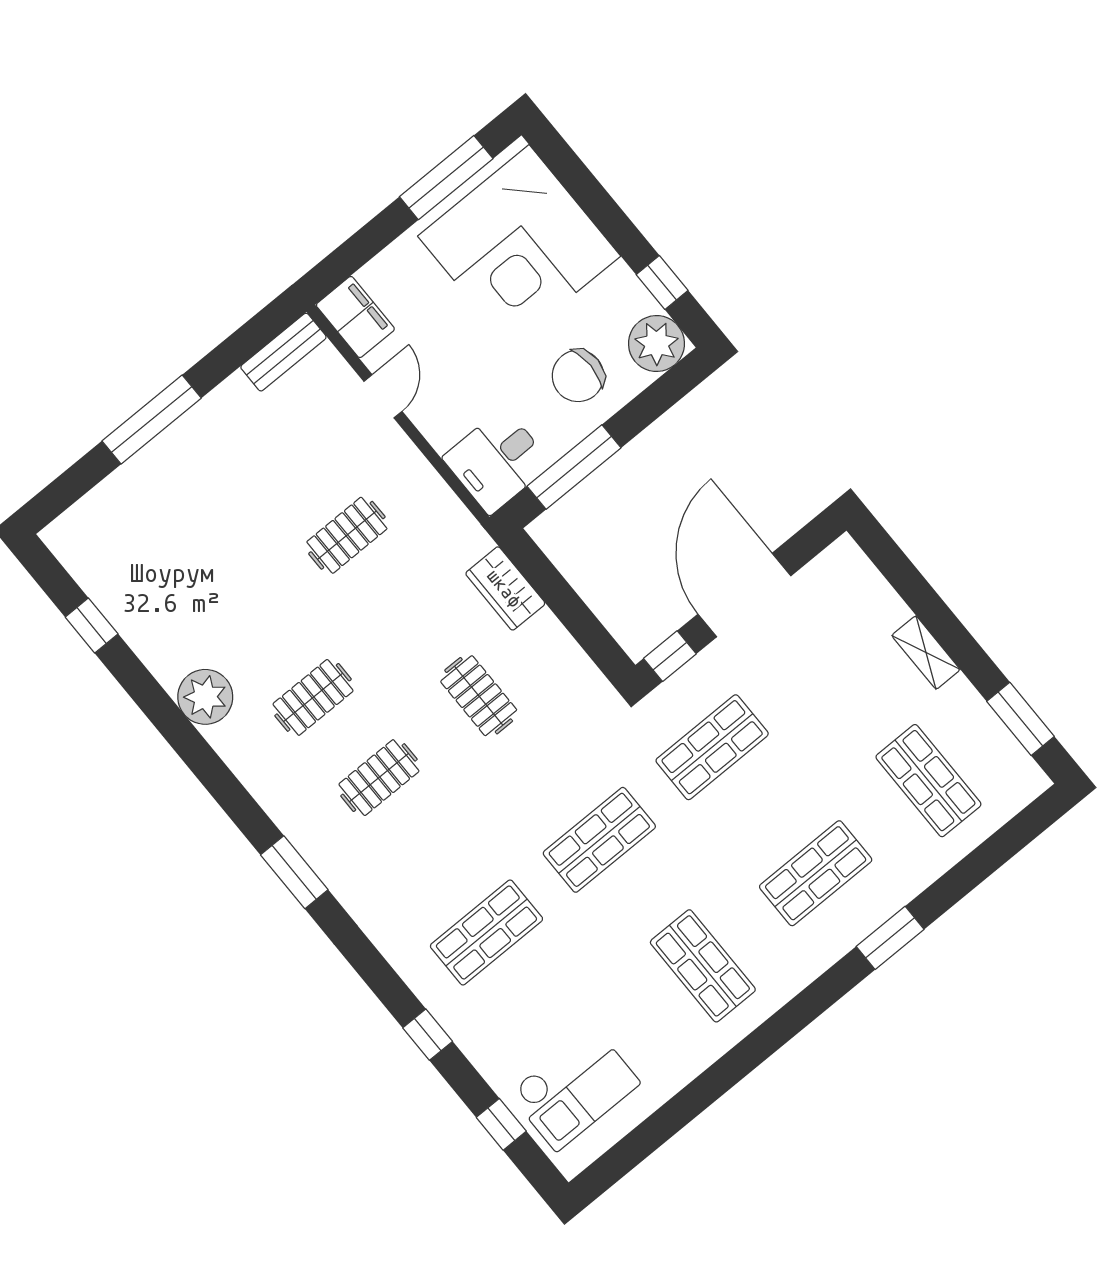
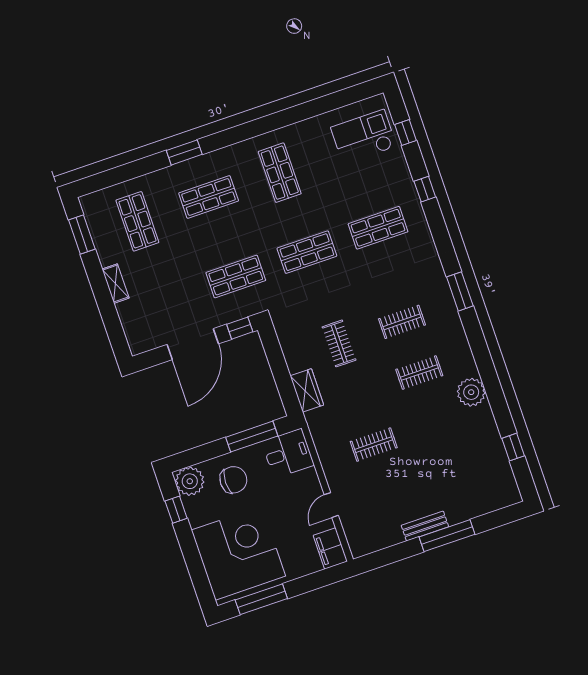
bench: (283, 352) -> (425, 526), moved

